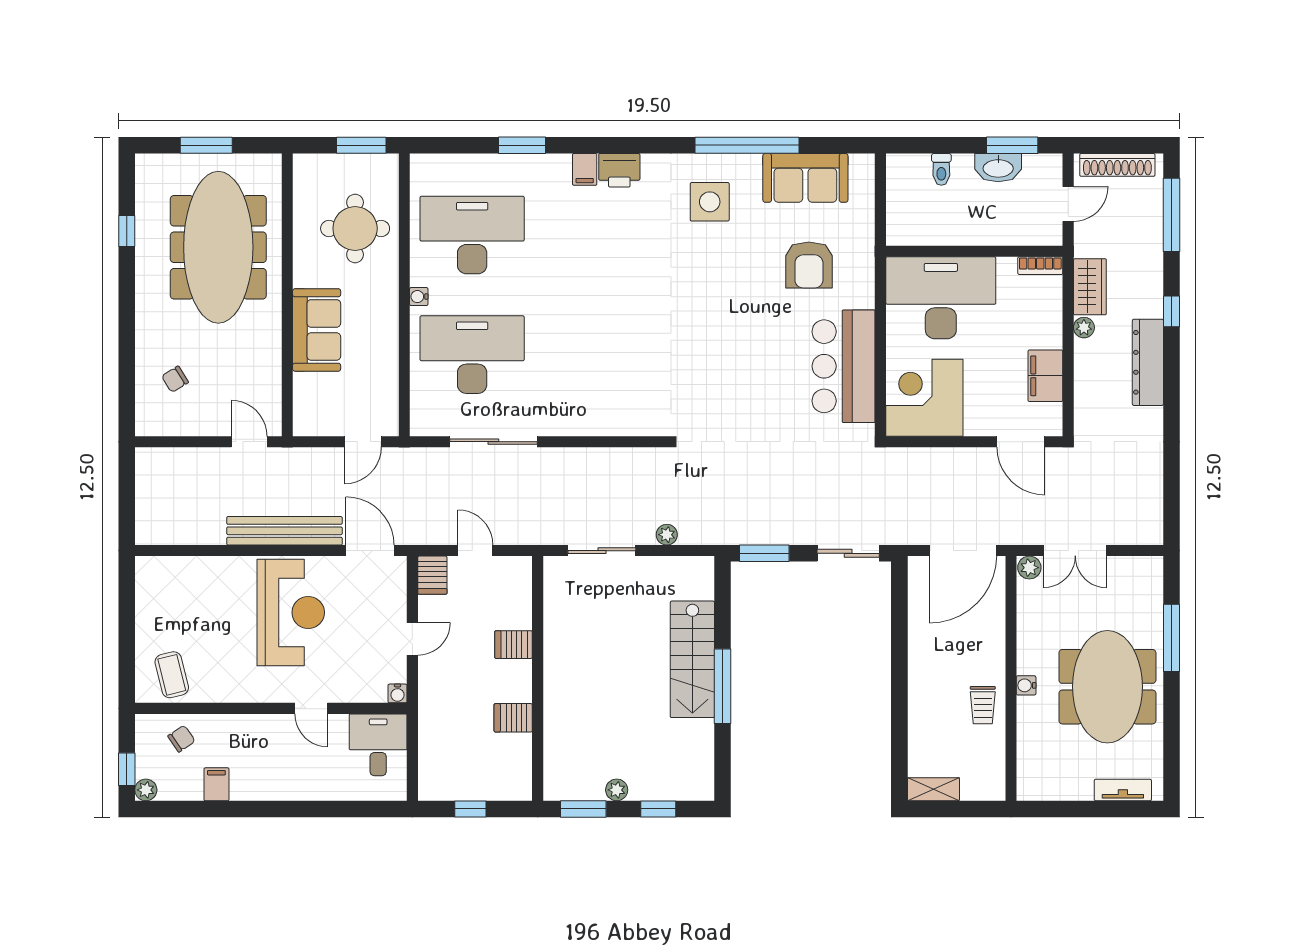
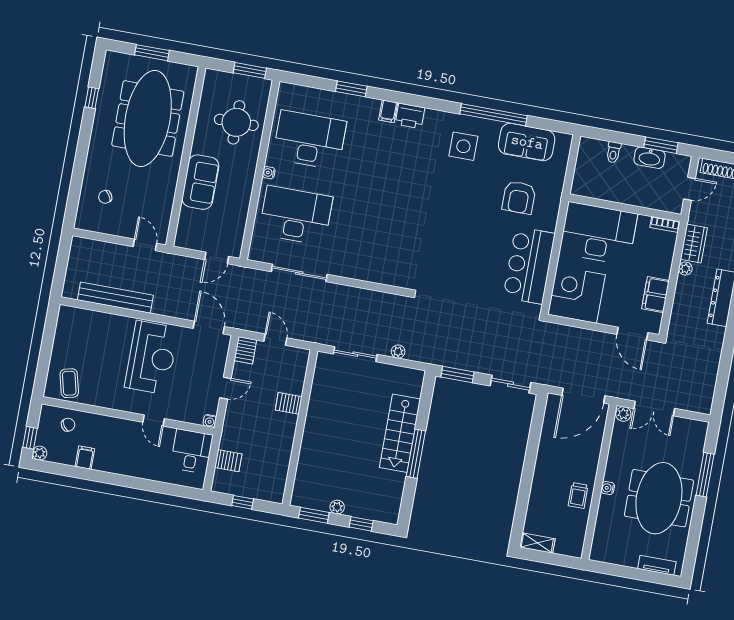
bench: (284, 531) -> (115, 298), moved
server rack: (513, 718) -> (228, 461), moved, turned 180

